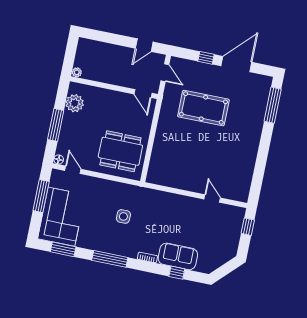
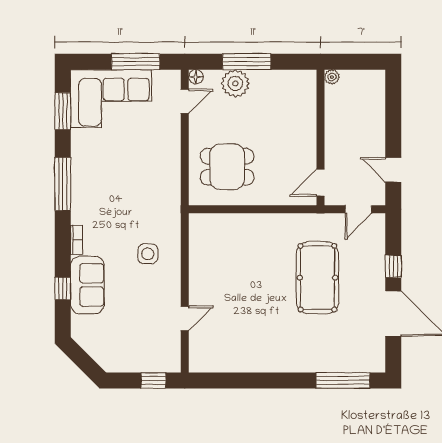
plant: (75, 103) -> (235, 83), moved
dining table: (120, 151) -> (227, 167), width x0.73
side table: (123, 216) -> (148, 254), moved

